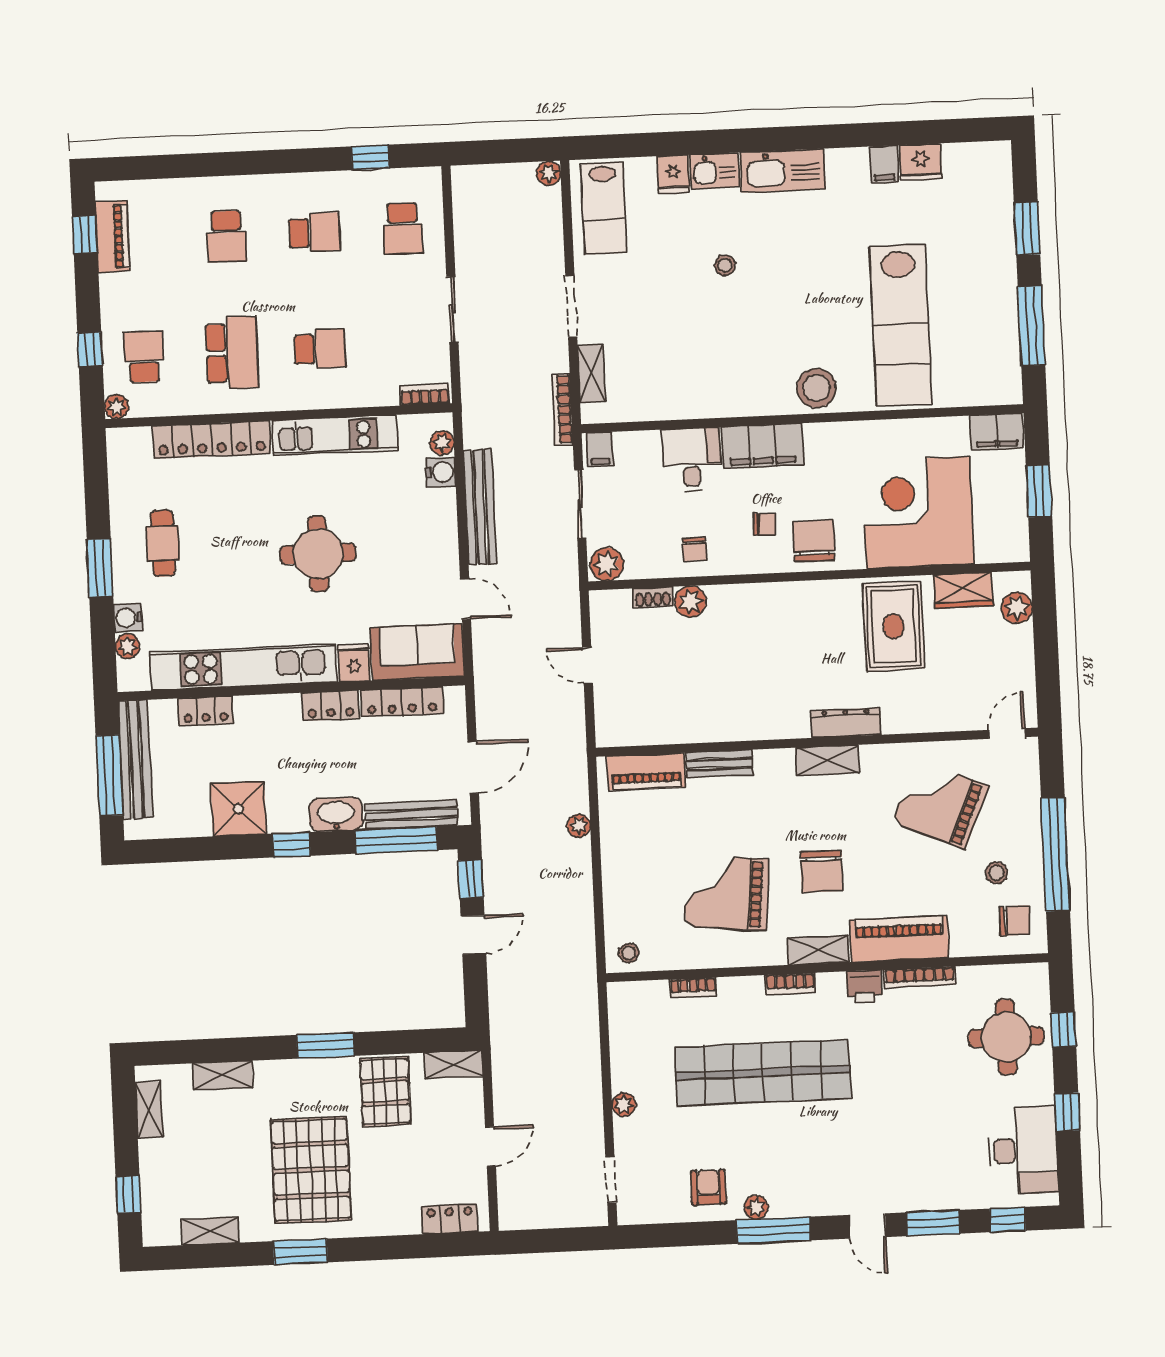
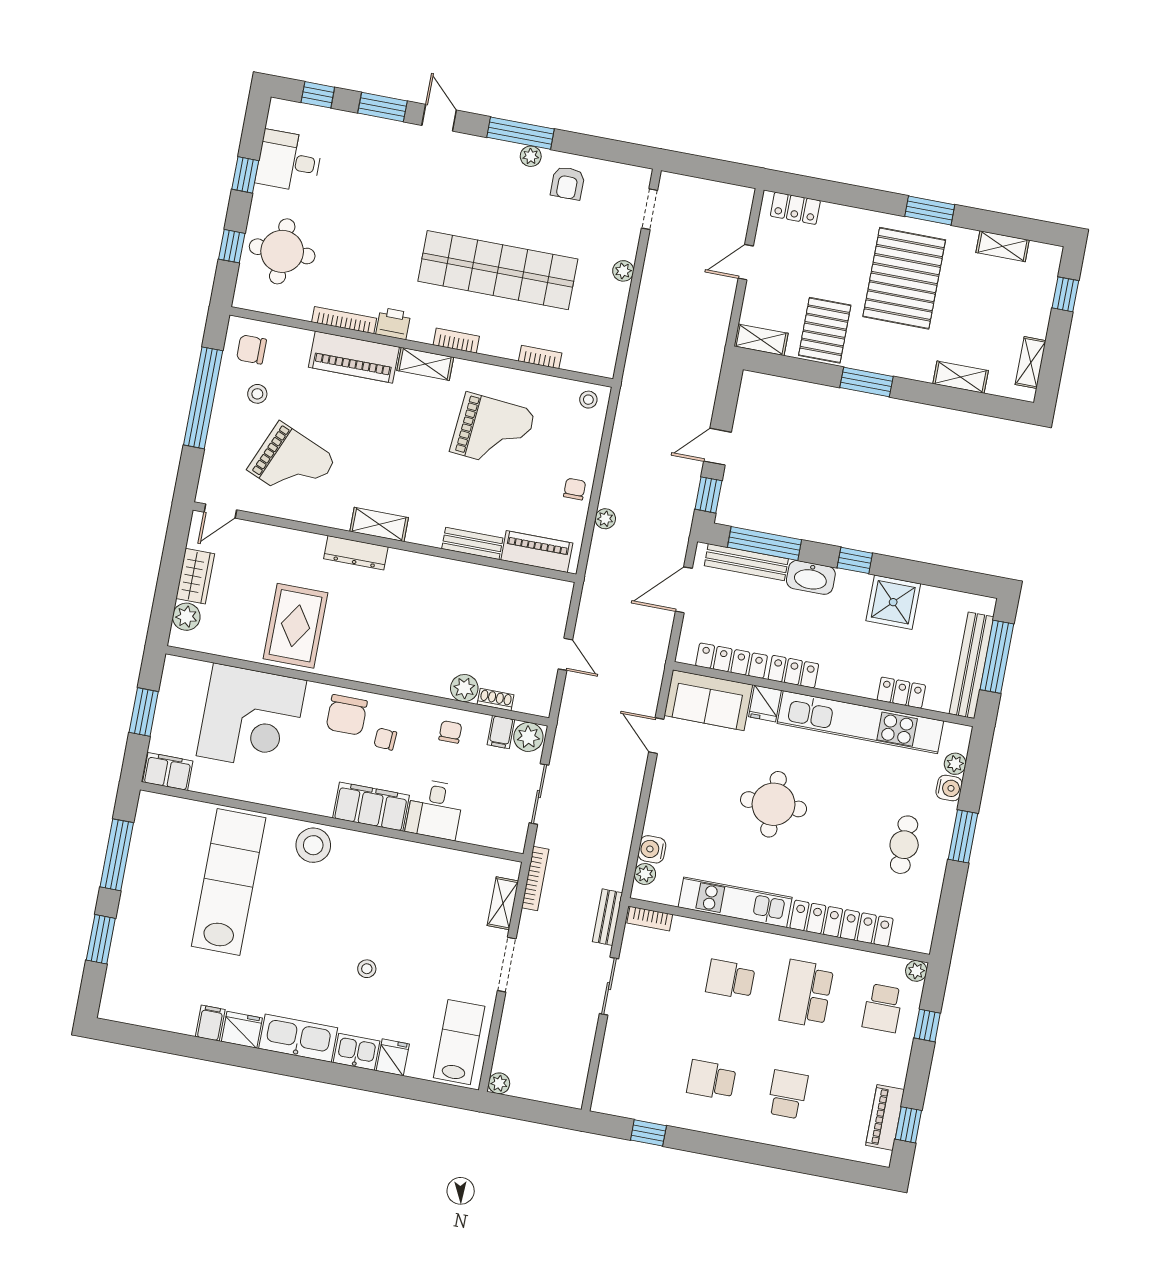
fridge: (921, 162) -> (242, 1030), moved
school desk: (403, 228) -> (635, 1066), removed
filing cabinet: (600, 449) -> (501, 732), moved, turned 180
bench: (480, 507) -> (608, 917), moved, width x0.54, depth x0.82
wardrobe: (963, 590) -> (195, 576), moved, turned 90
chair: (822, 871) -> (575, 489), moved, width x0.54, depth x0.54
desk: (1023, 1150) -> (289, 161), width x0.73

